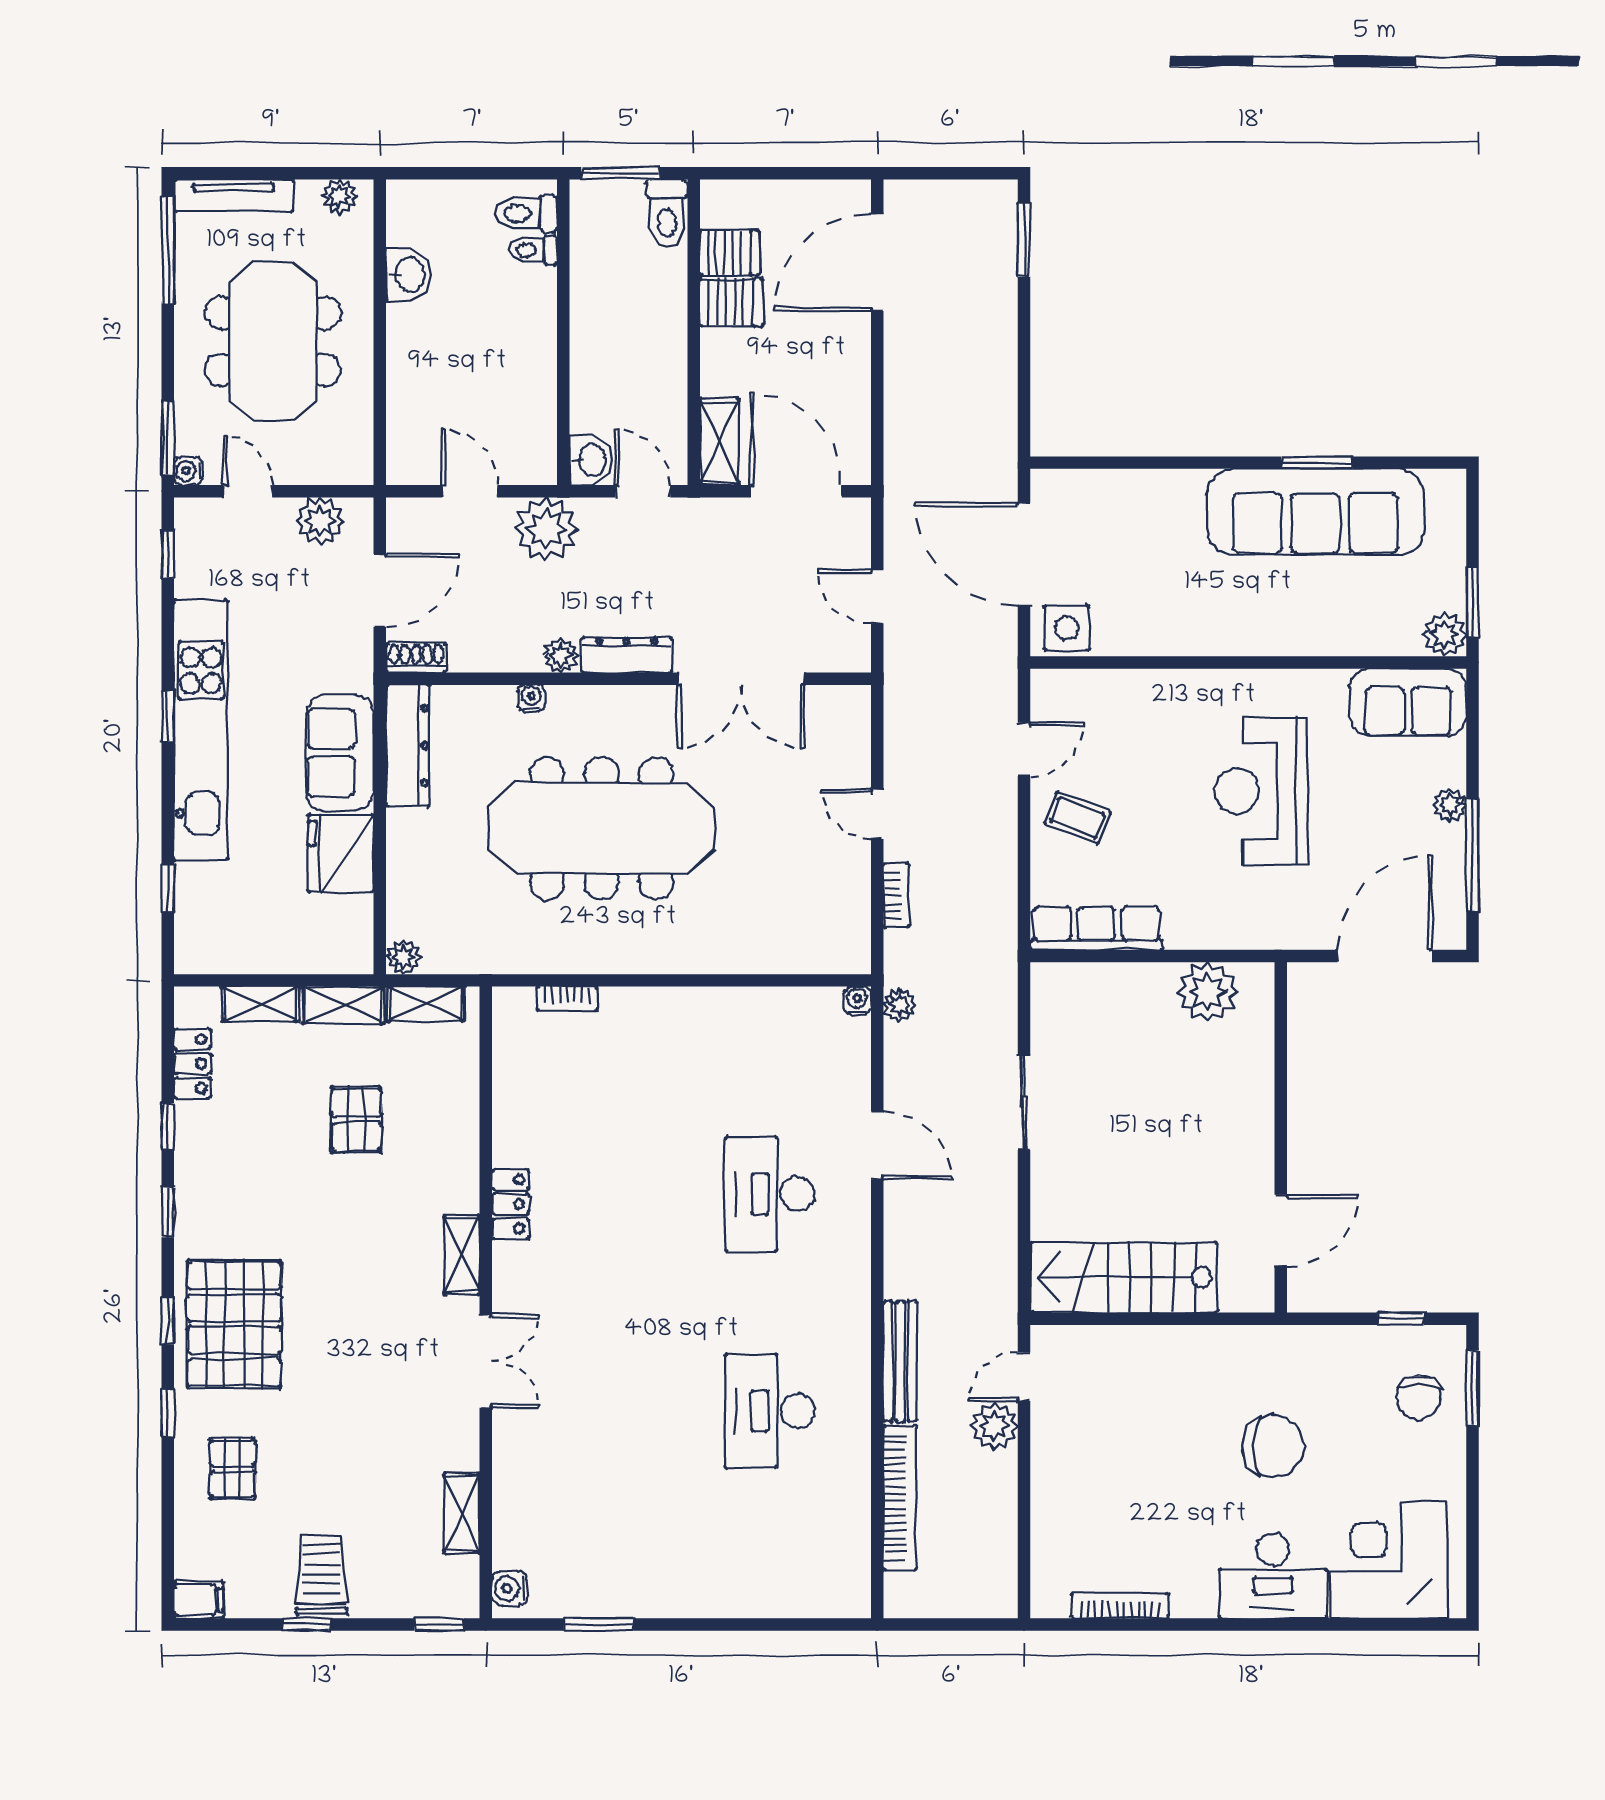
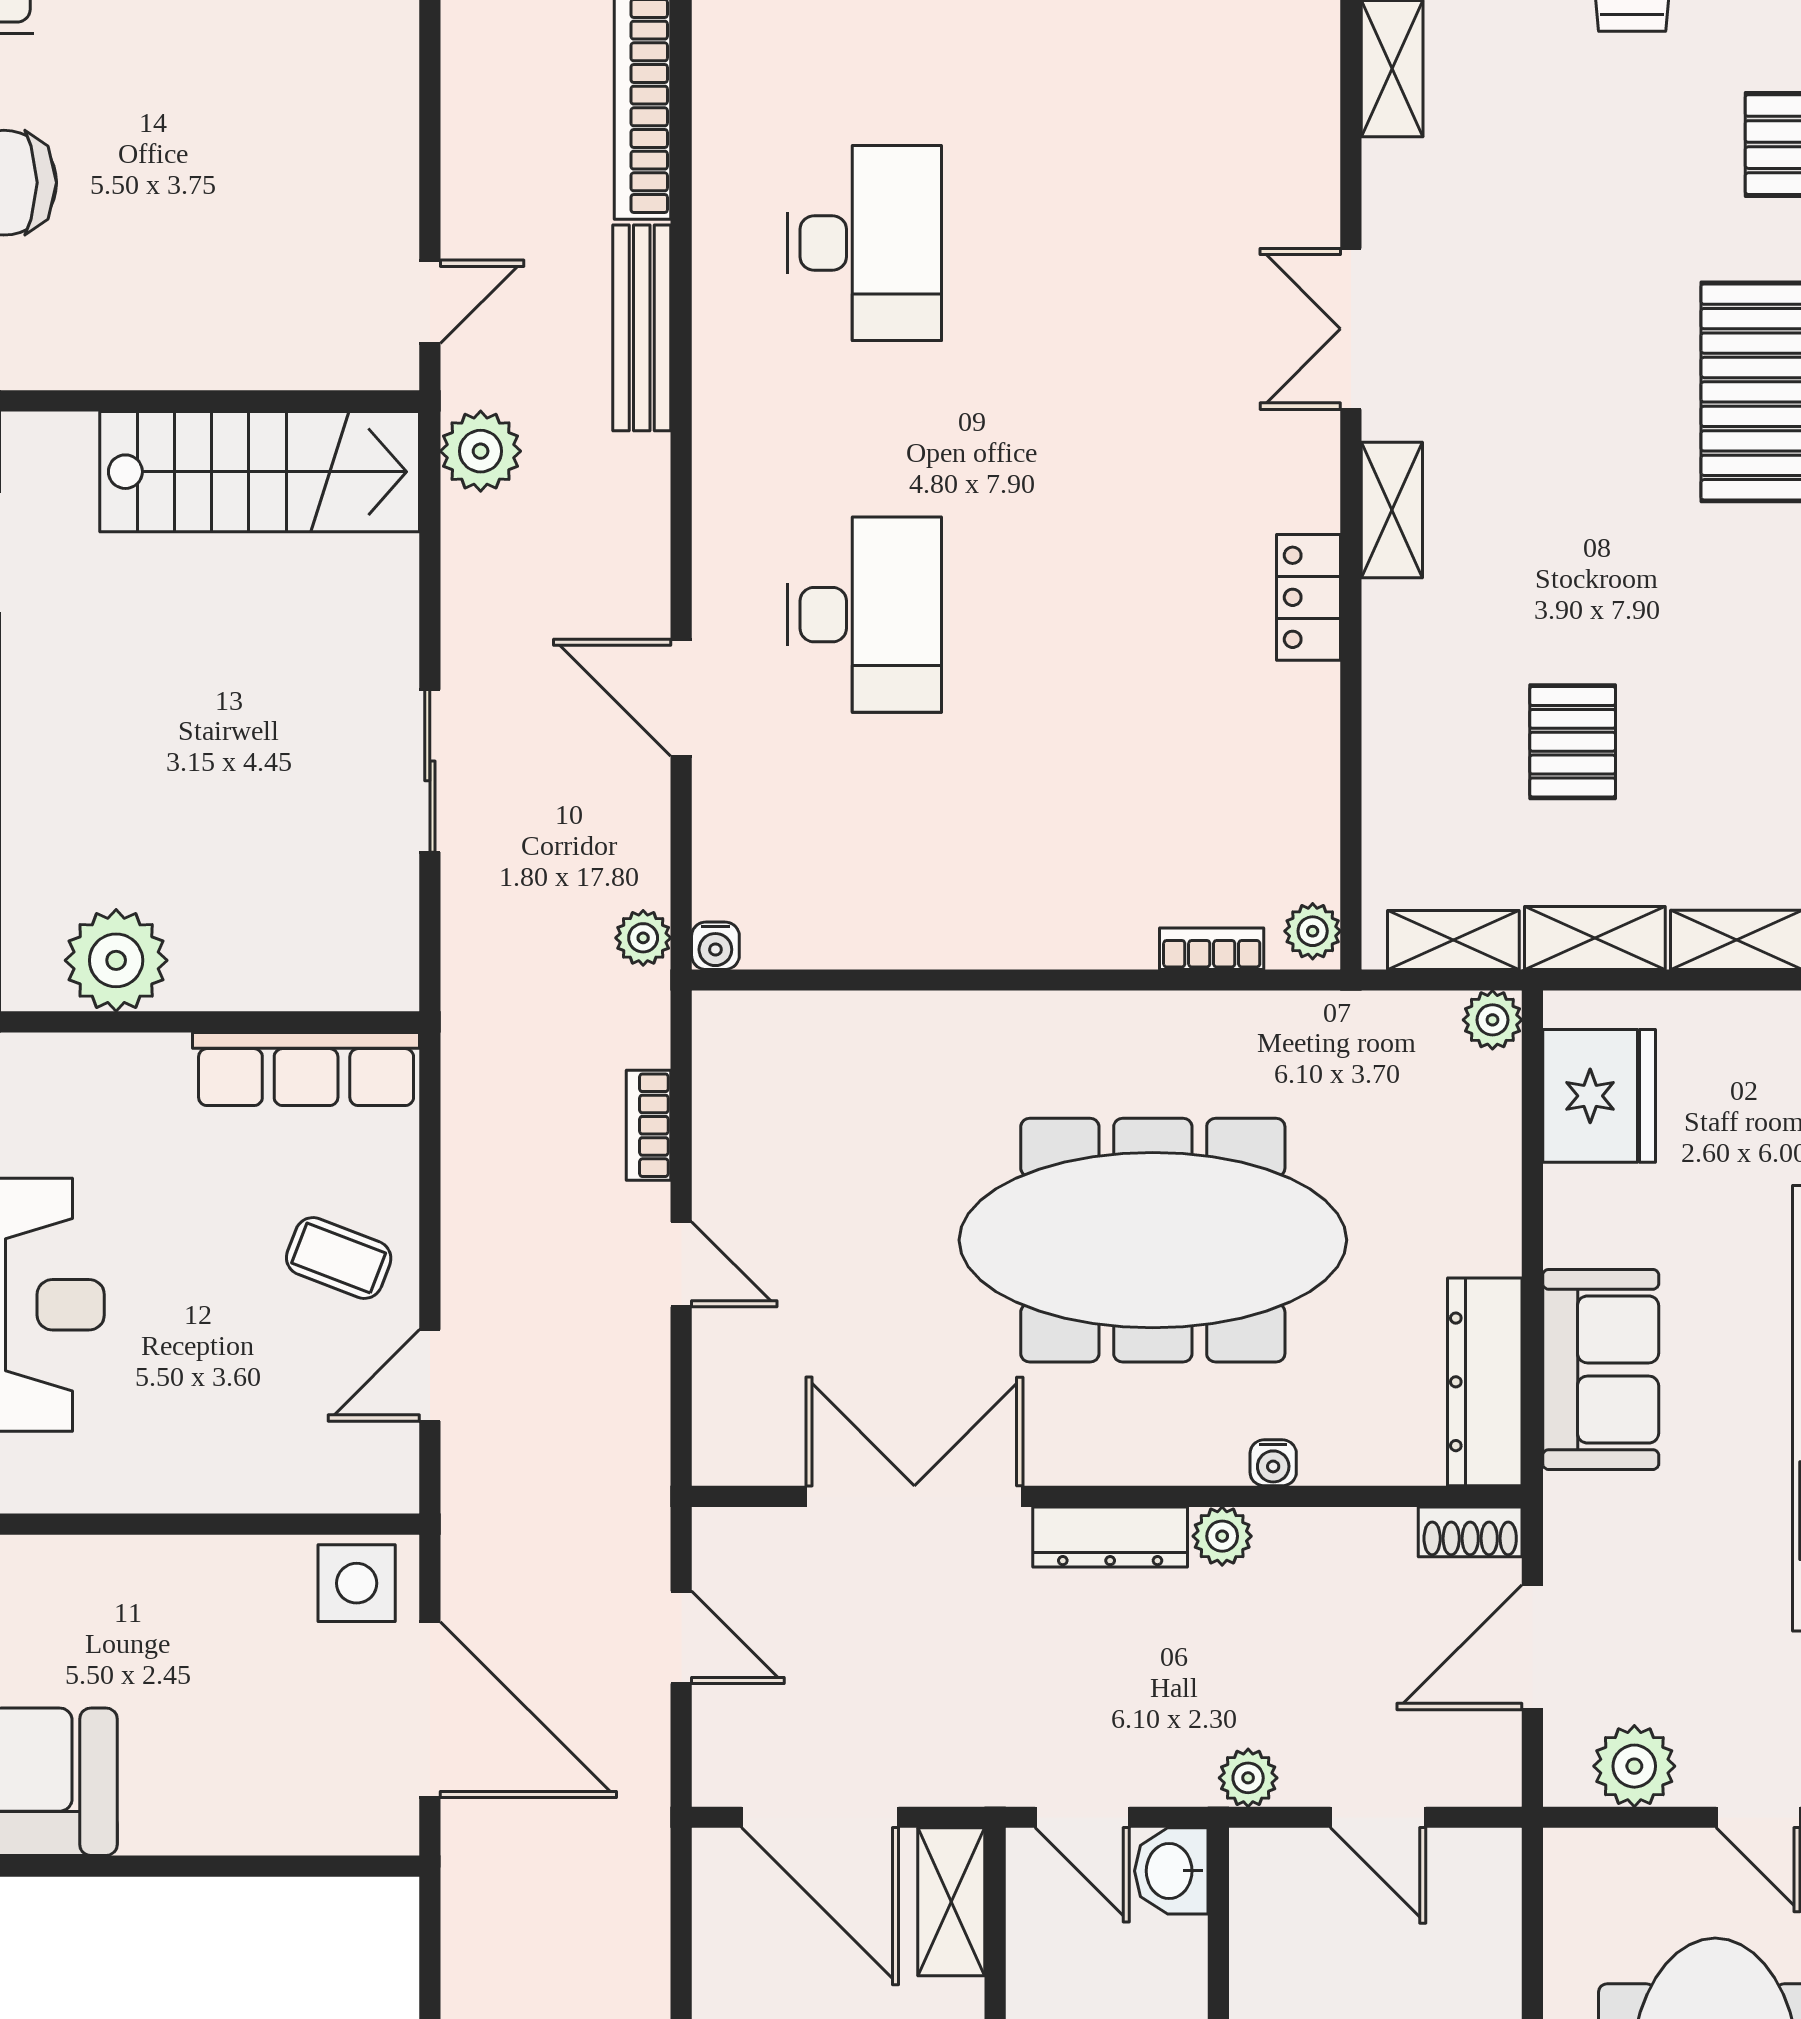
plant: (546, 529) -> (1248, 1778), width x0.53, depth x0.53
fridge: (341, 853) -> (1599, 1096), moved
plant: (508, 1009) -> (1313, 931), added
plant: (994, 1426) -> (481, 451), moved

